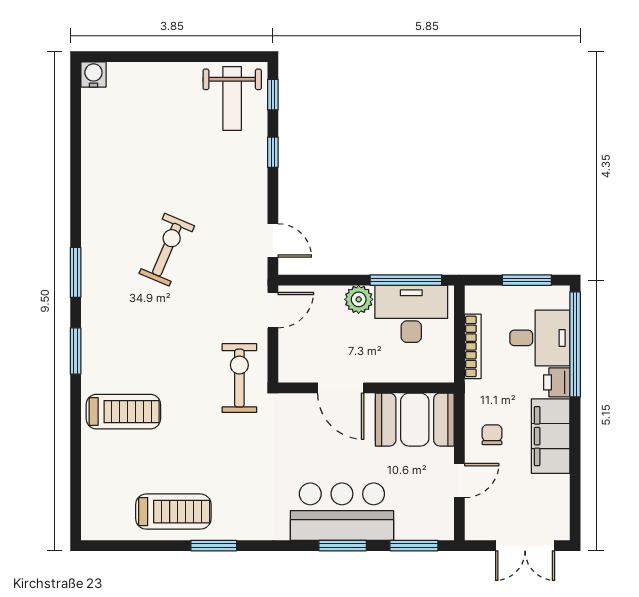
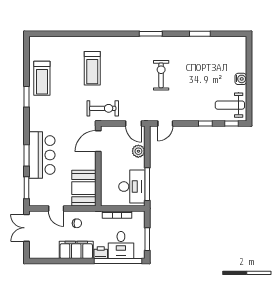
water cooler: (93, 74) -> (241, 79), moved
exercise bike: (167, 250) -> (161, 75), turned -113
plant: (359, 299) -> (138, 151), moved
window: (76, 351) -> (200, 34), moved
door: (341, 388) -> (98, 141), moved
treadmill: (123, 412) -> (92, 68), moved
double door: (525, 546) -> (26, 228), moved

